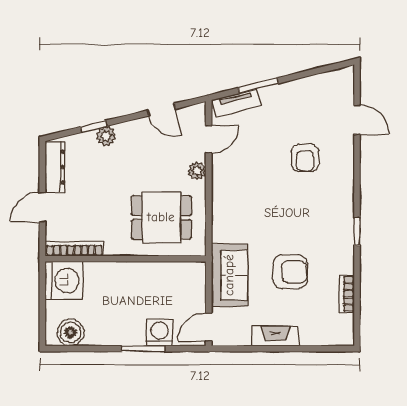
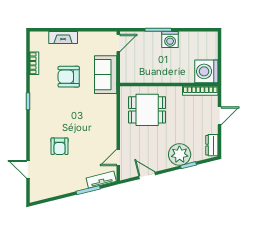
plant: (106, 136) -> (180, 154), width x1.87, depth x1.87
armchair: (305, 158) -> (60, 146), turned 180
dresser: (55, 167) -> (212, 145), width x0.70
plant: (197, 171) -> (125, 138), removed
boiler: (70, 332) -> (203, 40), removed
washing machine: (160, 333) -> (170, 40), moved
fireplace: (275, 336) -> (63, 38), moved

